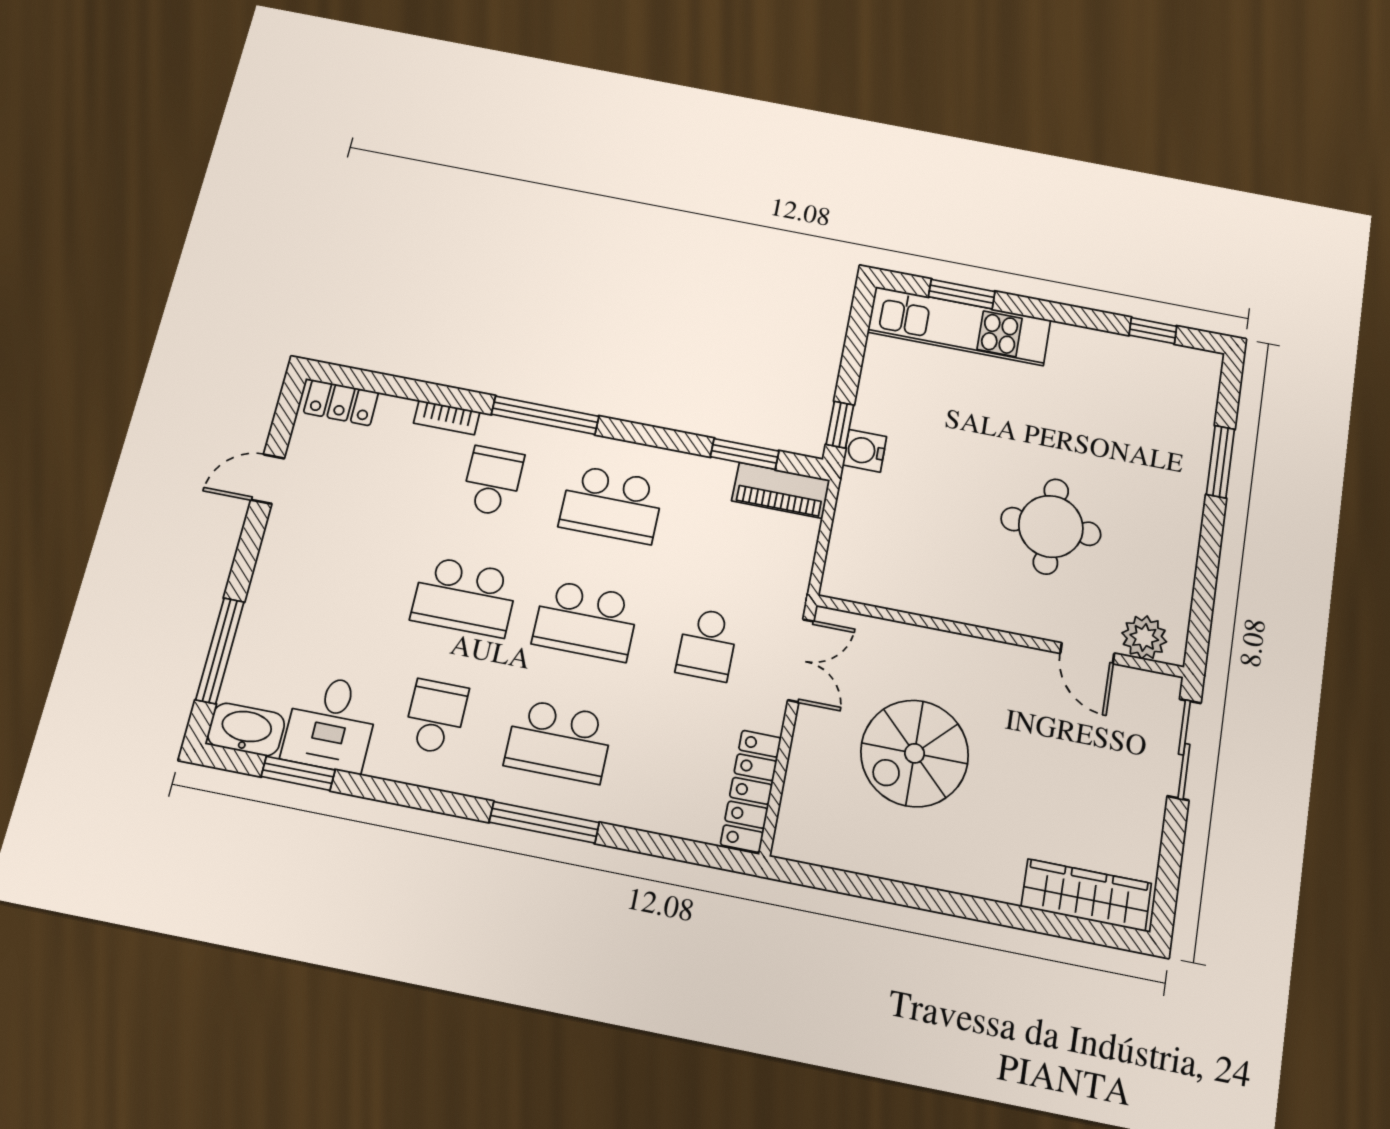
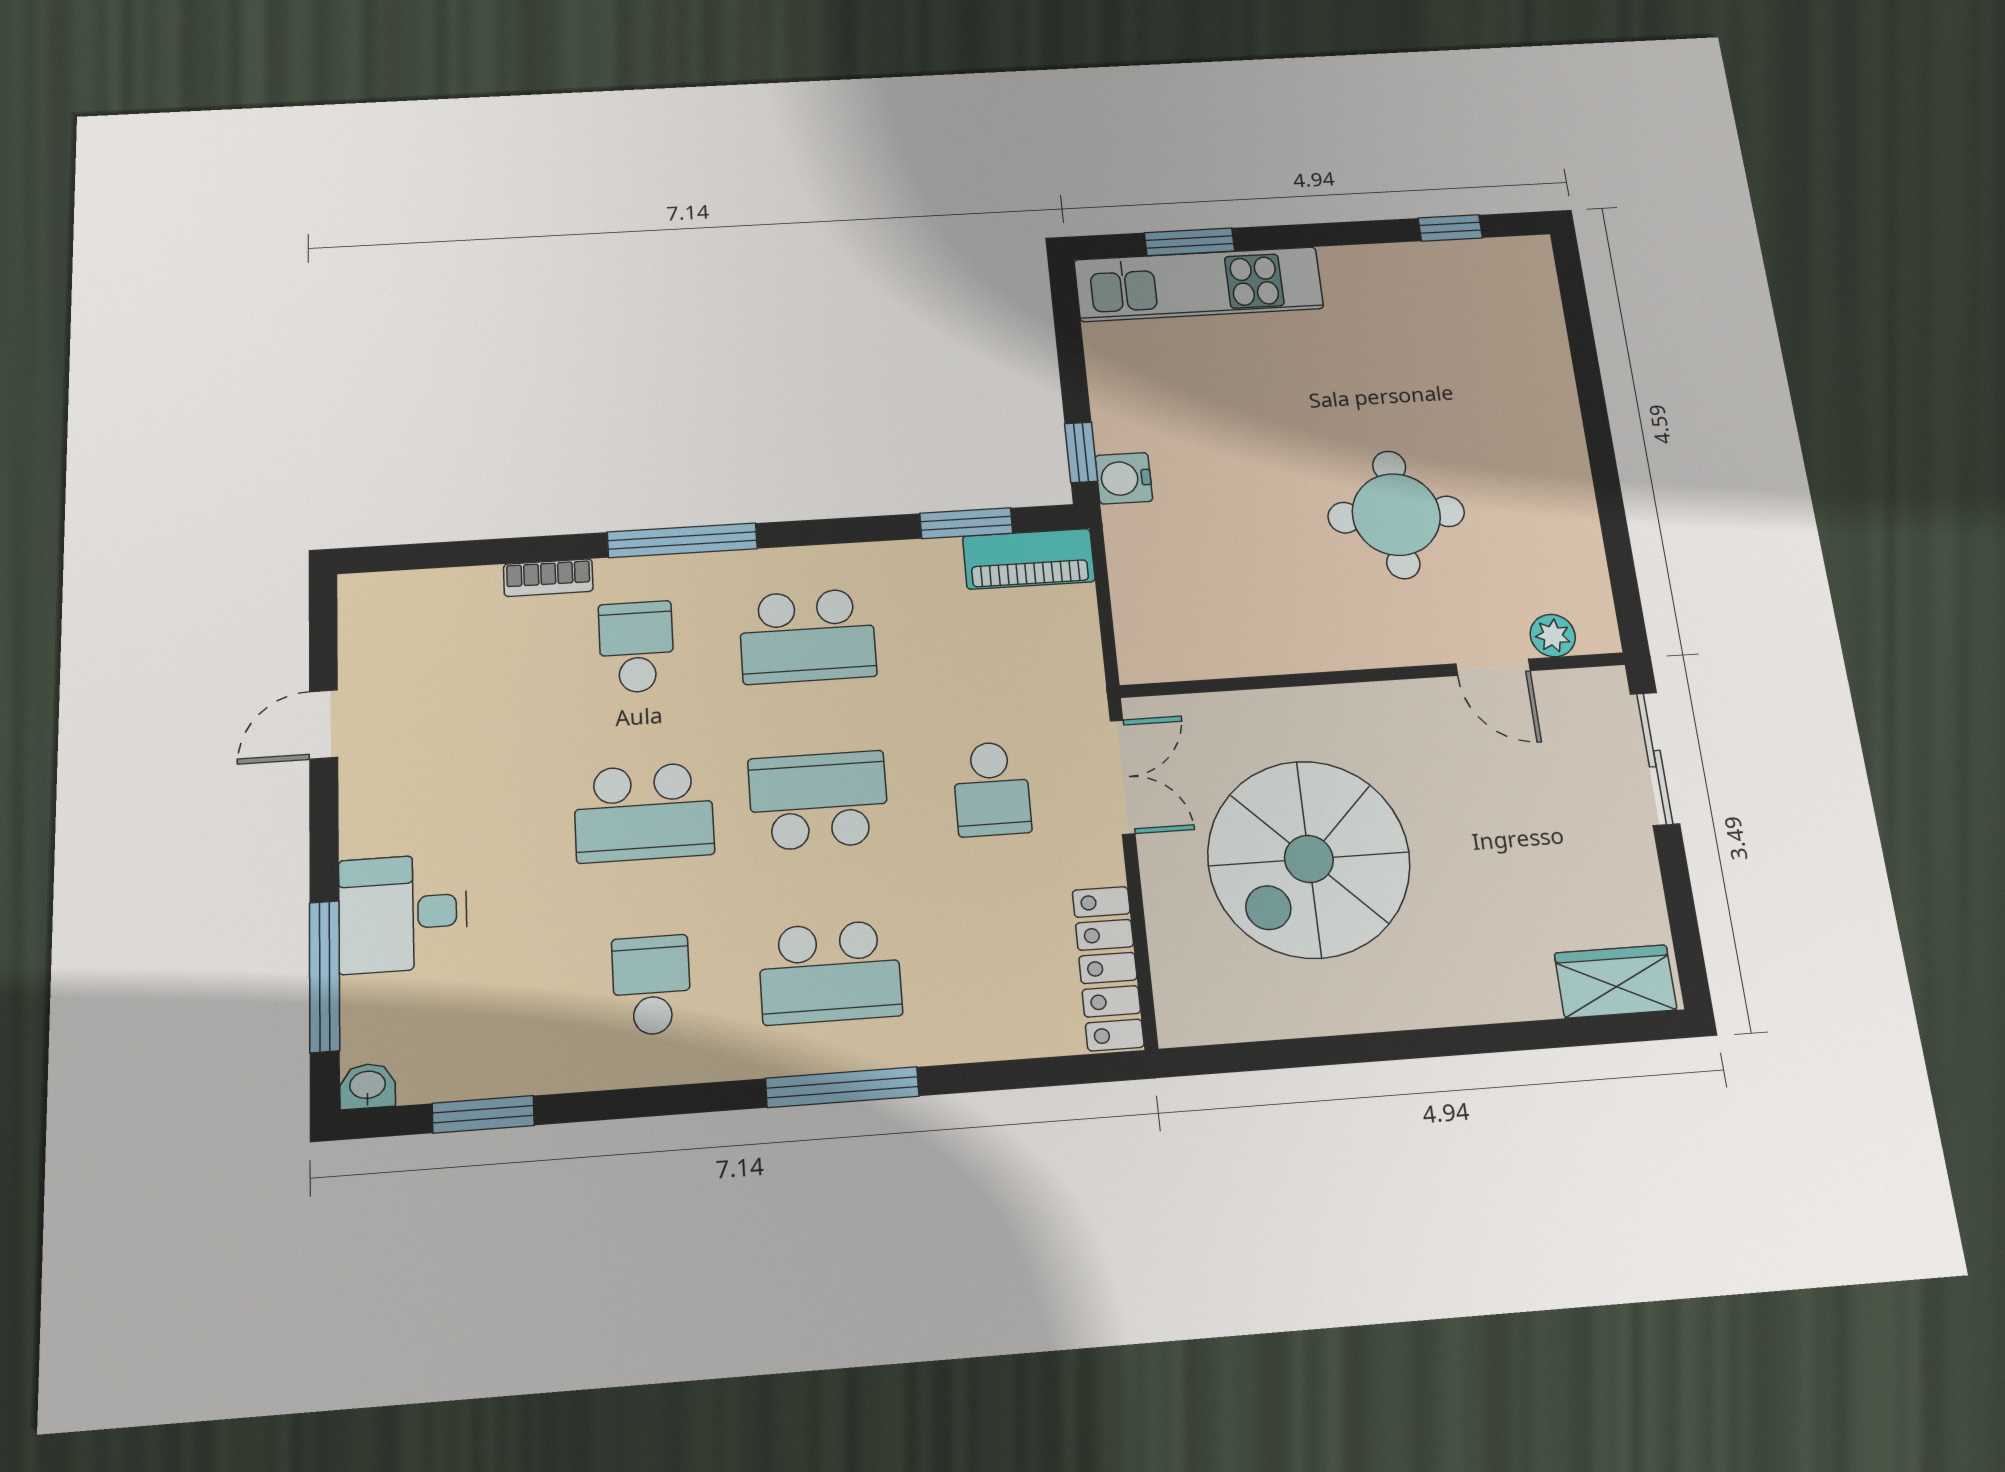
locker: (341, 403) -> (396, 595), removed
window: (1220, 462) -> (1588, 375), removed
school desk: (586, 621) -> (818, 801), turned 180
plant: (1144, 637) -> (1553, 636), width x0.73, depth x0.73
desk: (331, 723) -> (403, 913), moved, turned 90
washbasin: (246, 729) -> (368, 1086), width x0.52, depth x0.69
spiral stairs: (915, 753) -> (1309, 859), width x1.37, depth x1.37
wardrobe: (1086, 895) -> (1616, 981), width x0.67

